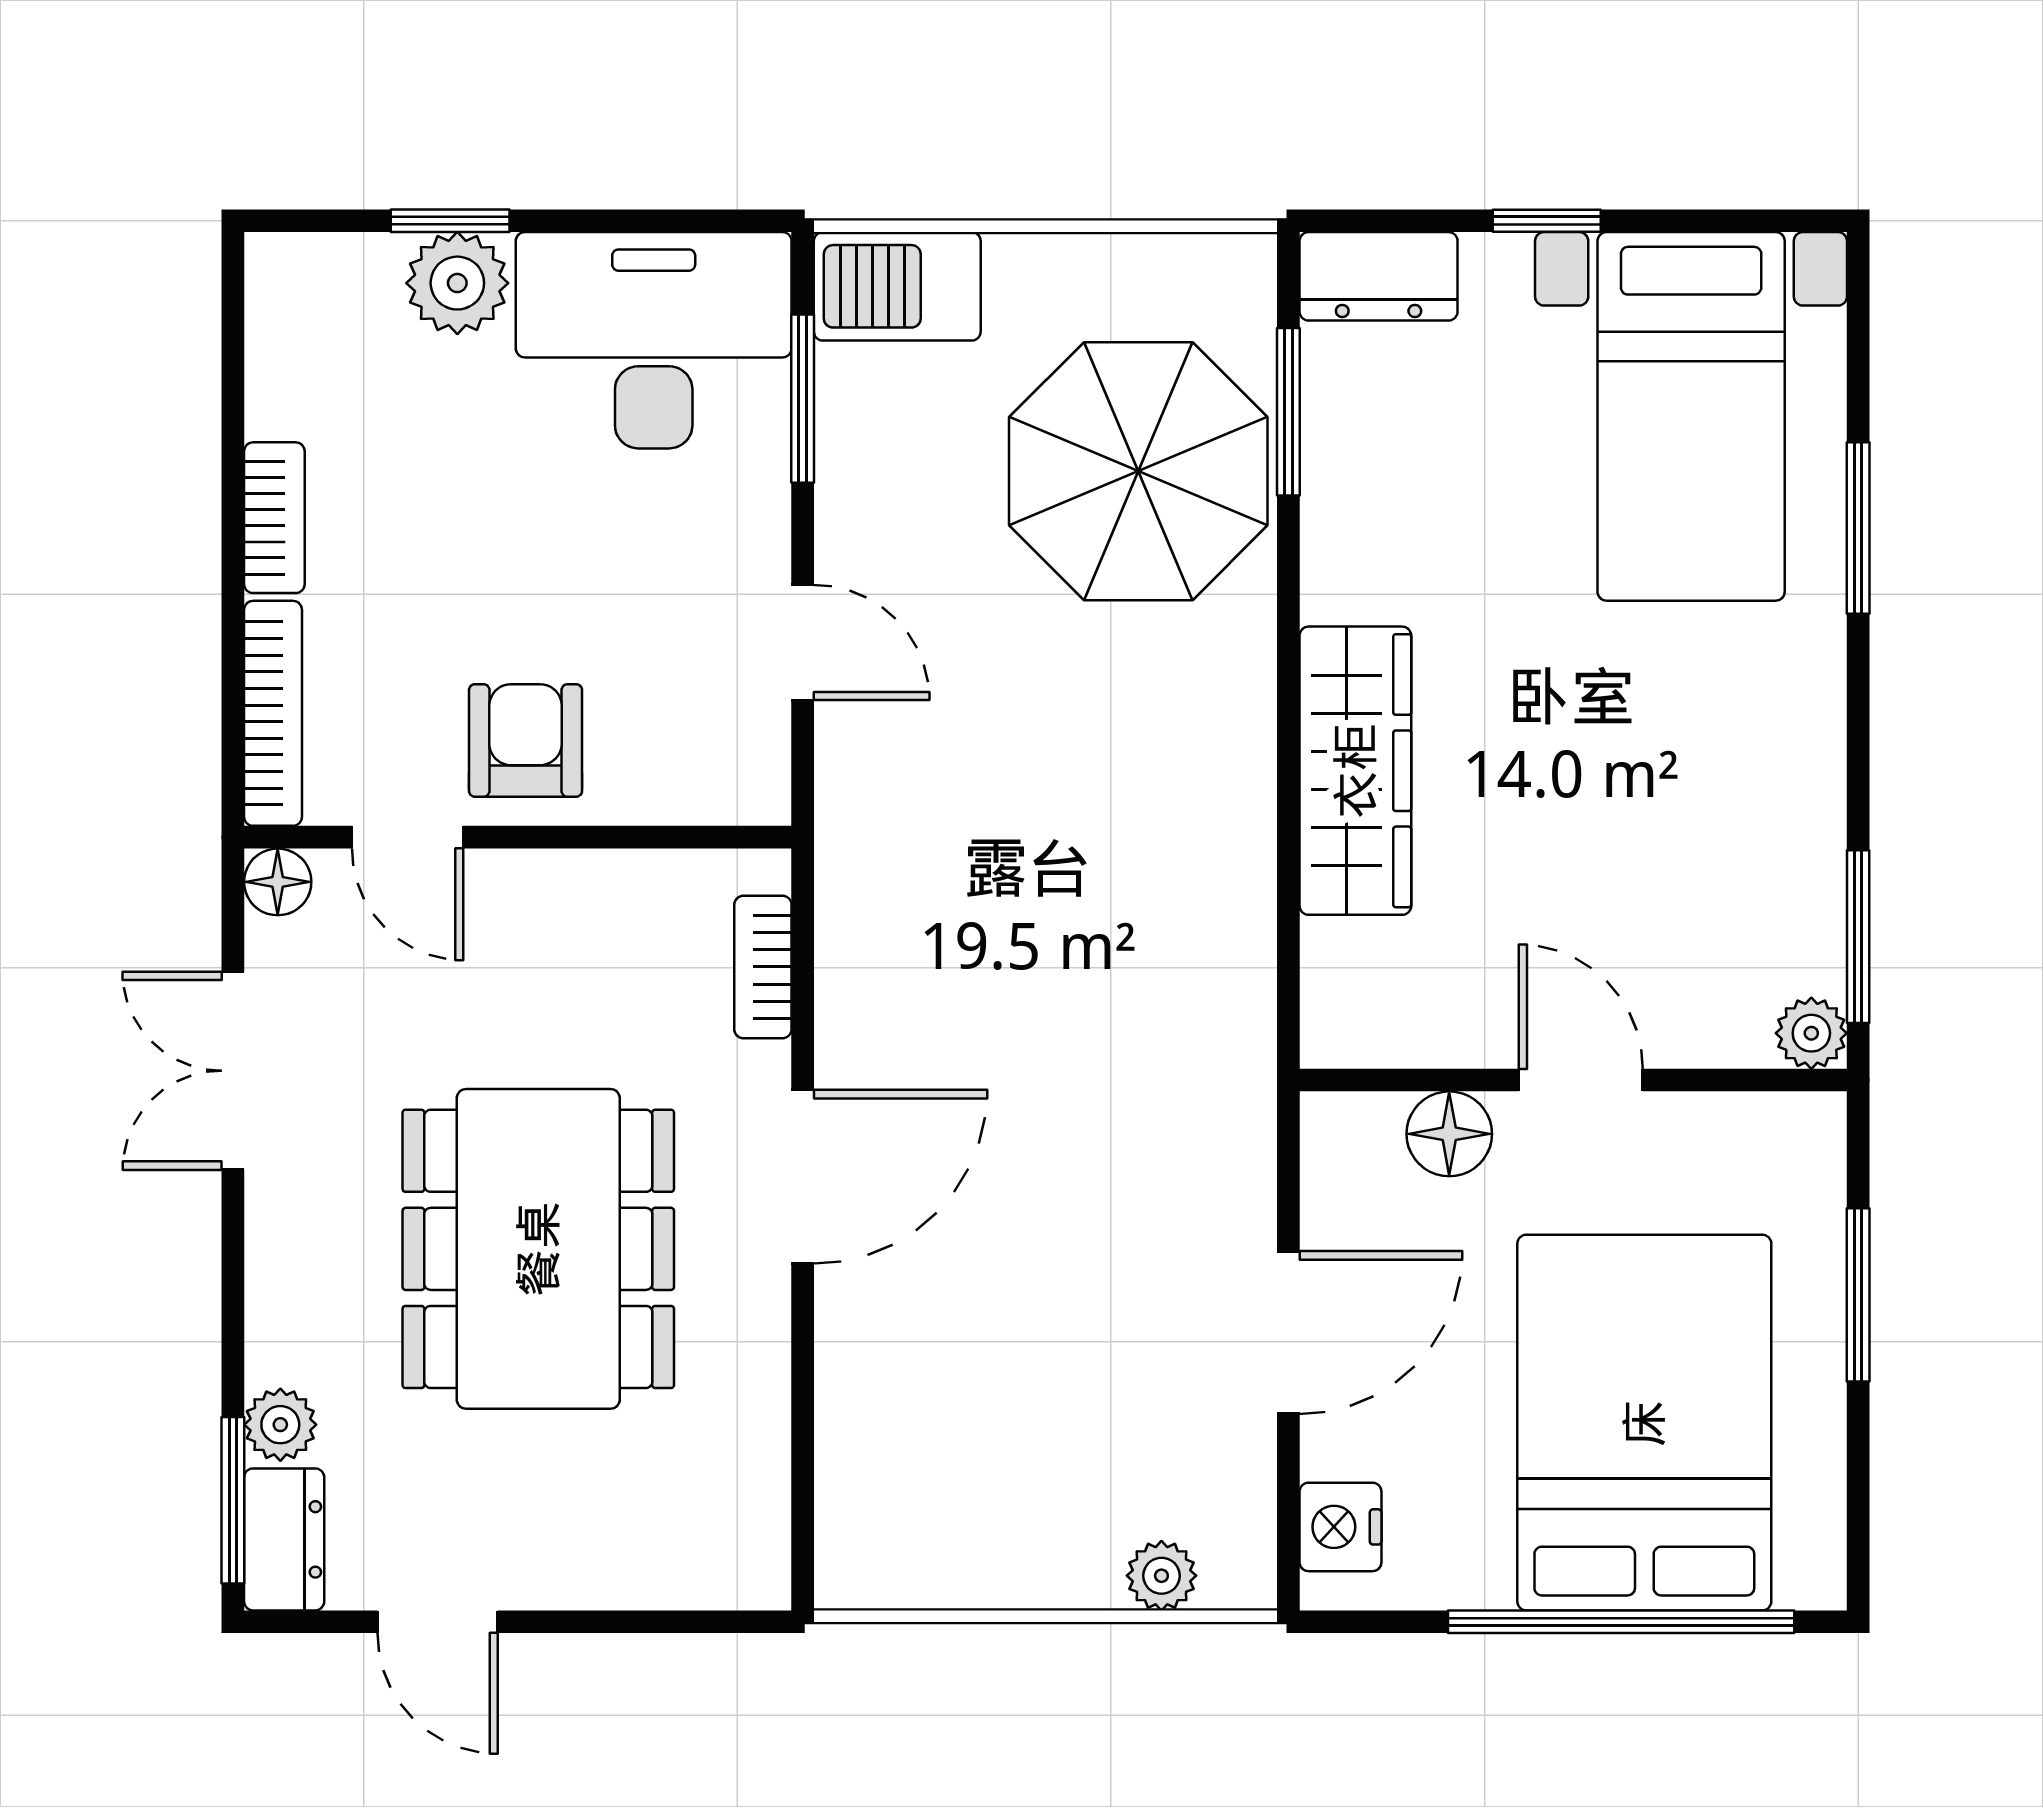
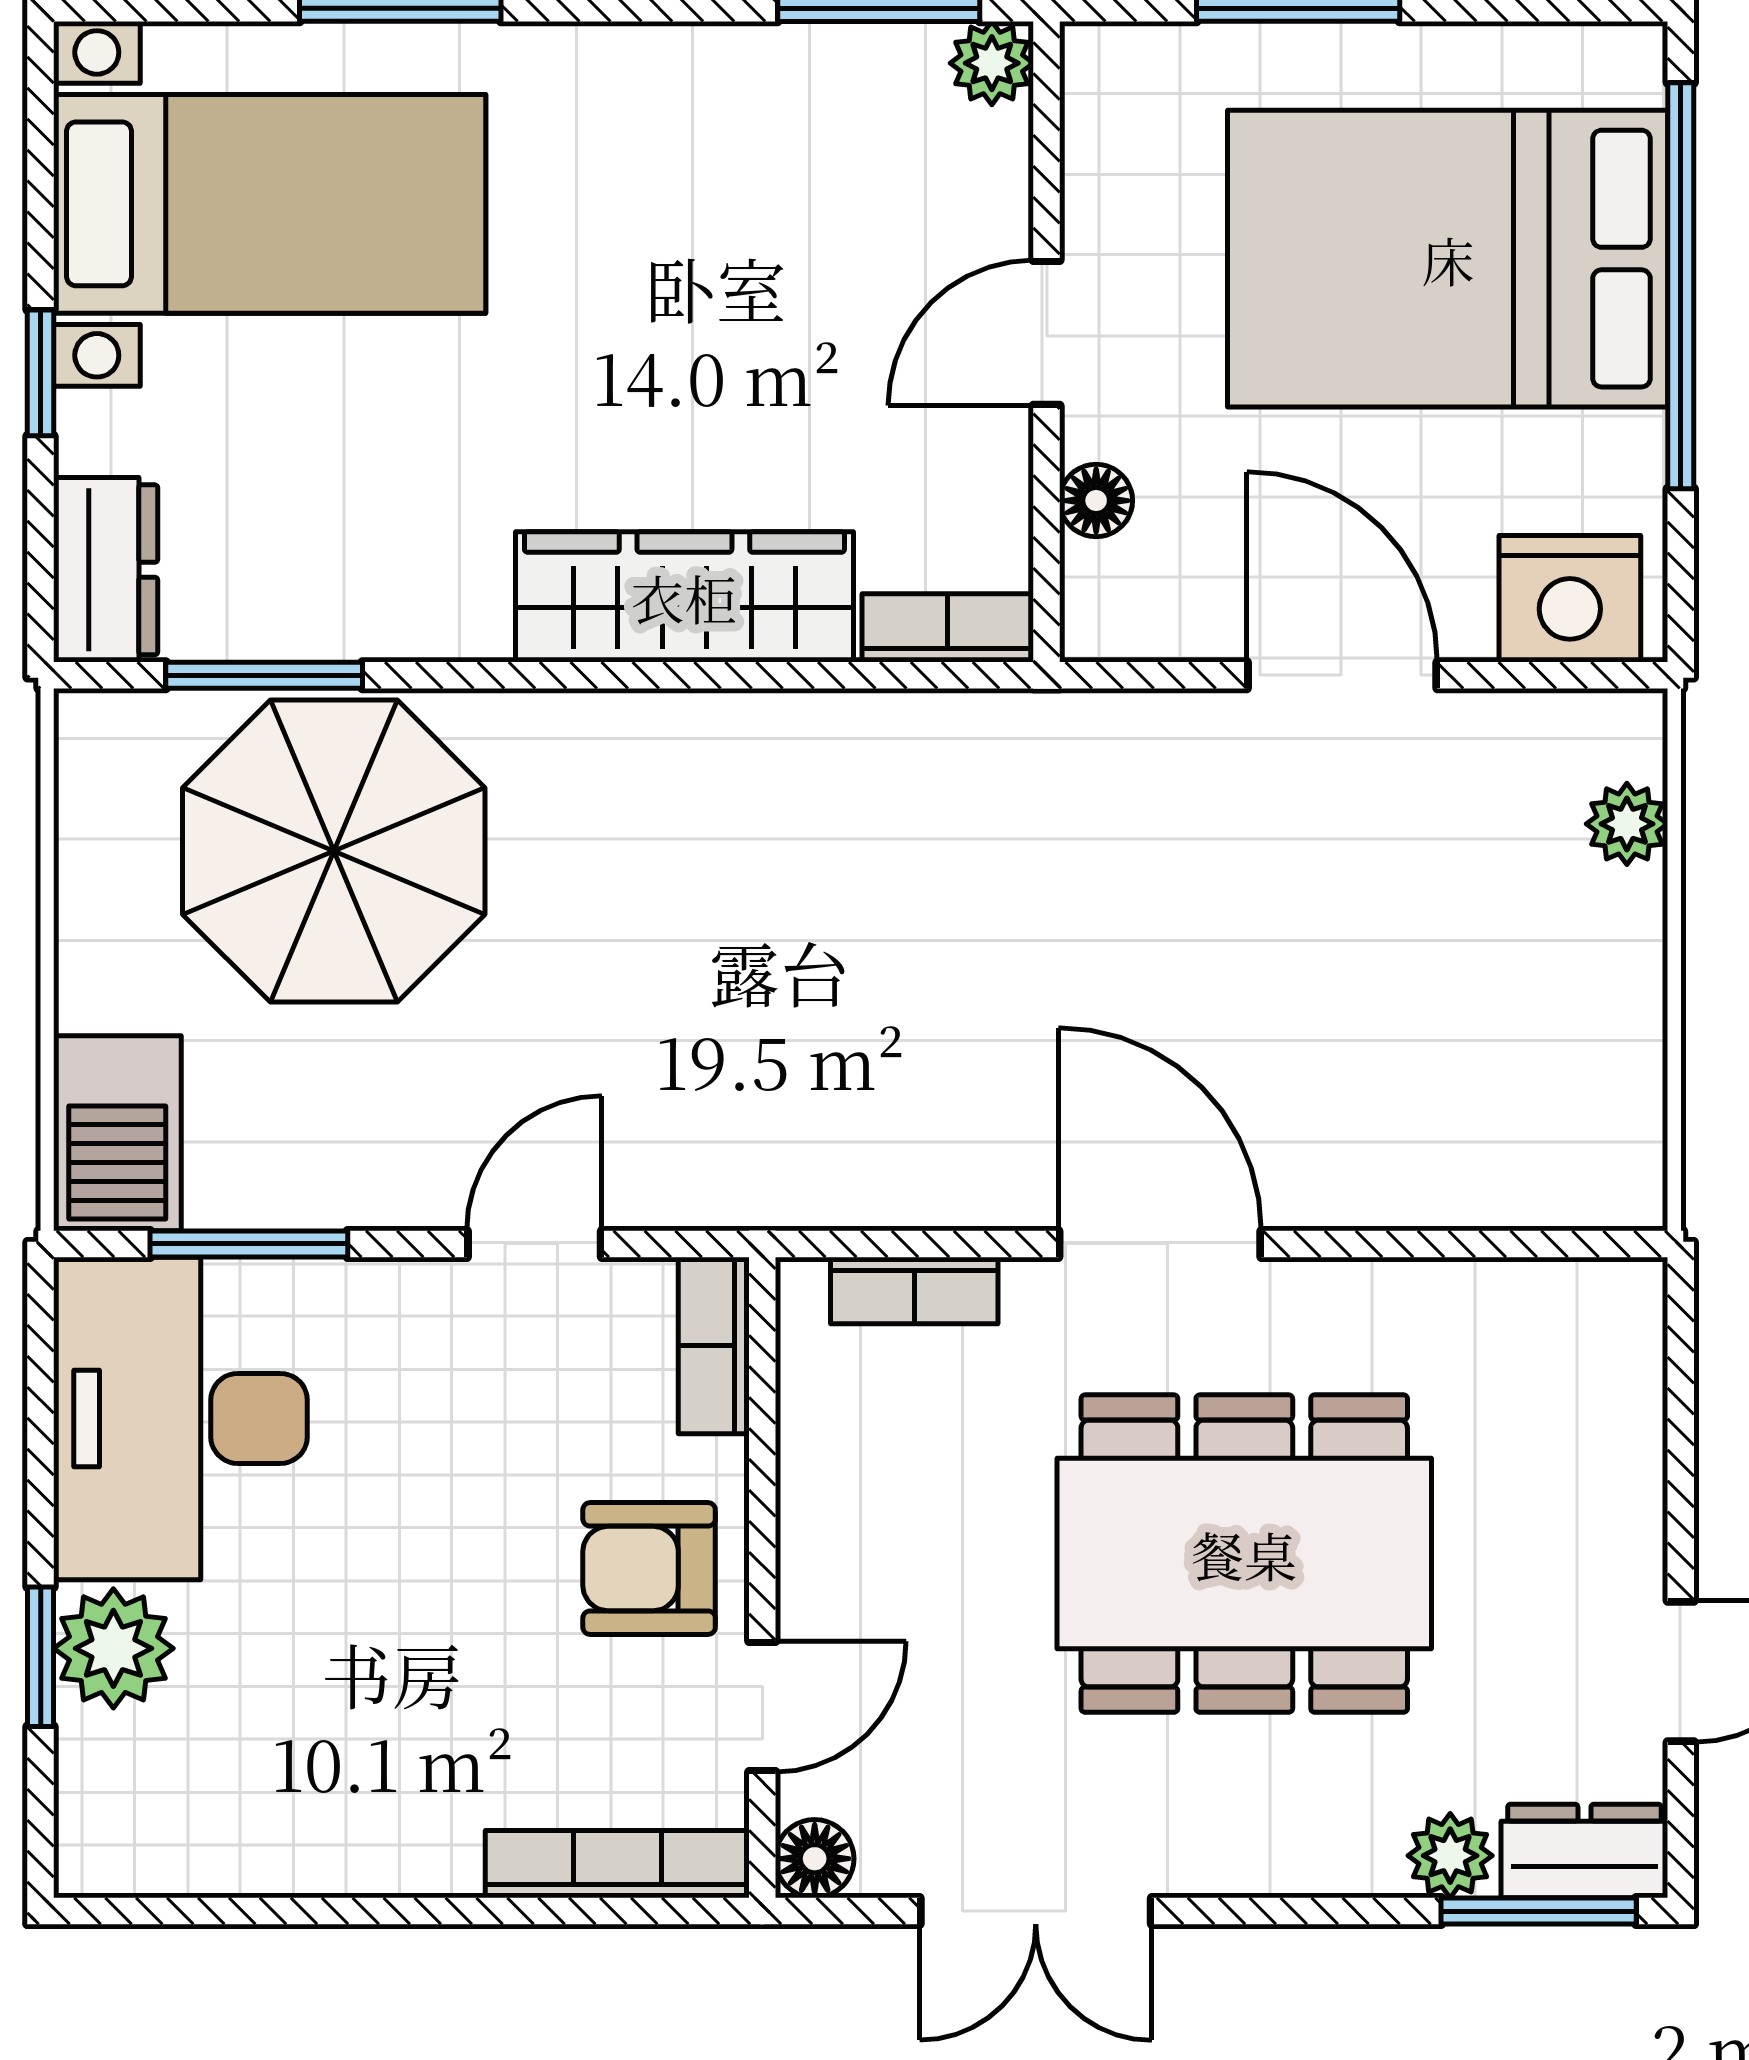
bookcase: (274, 518) -> (714, 1345), moved, turned -90
bookcase: (1329, 996) -> (948, 628), added
floor lamp: (1449, 1134) -> (1096, 501), width x0.73, depth x0.73
nightstand: (1340, 1527) -> (1570, 599), width x1.36, depth x1.33

